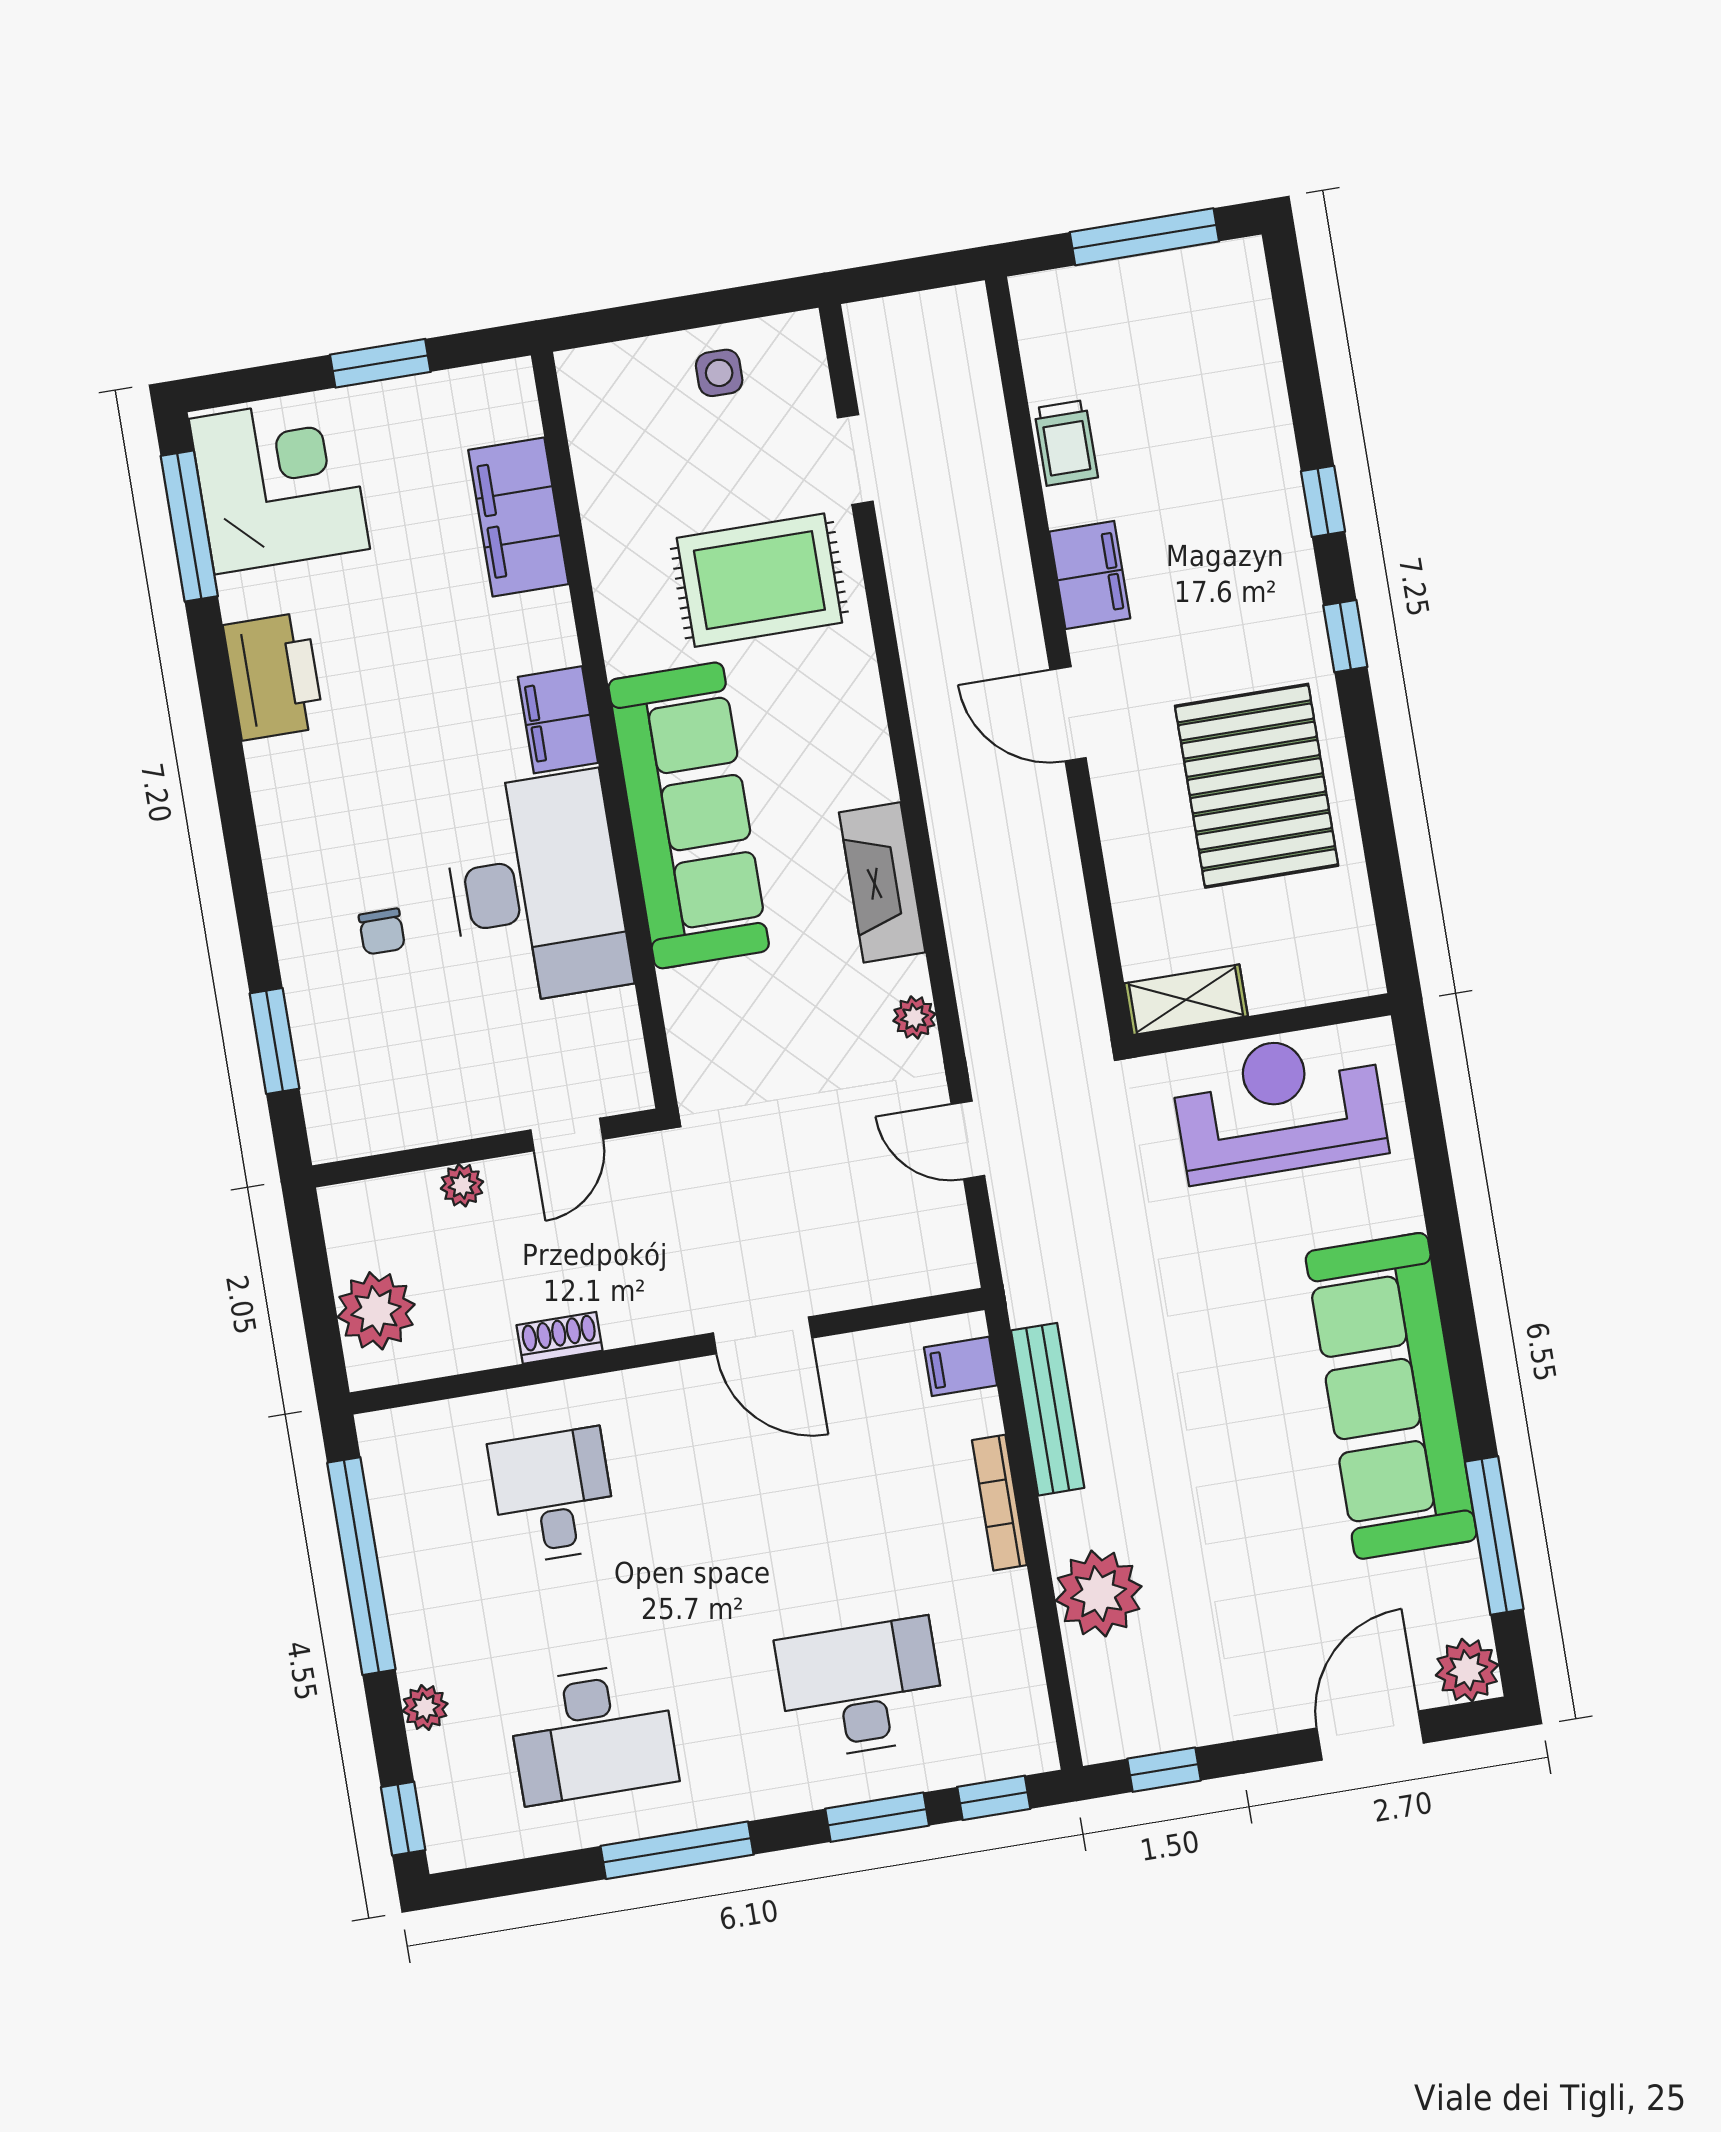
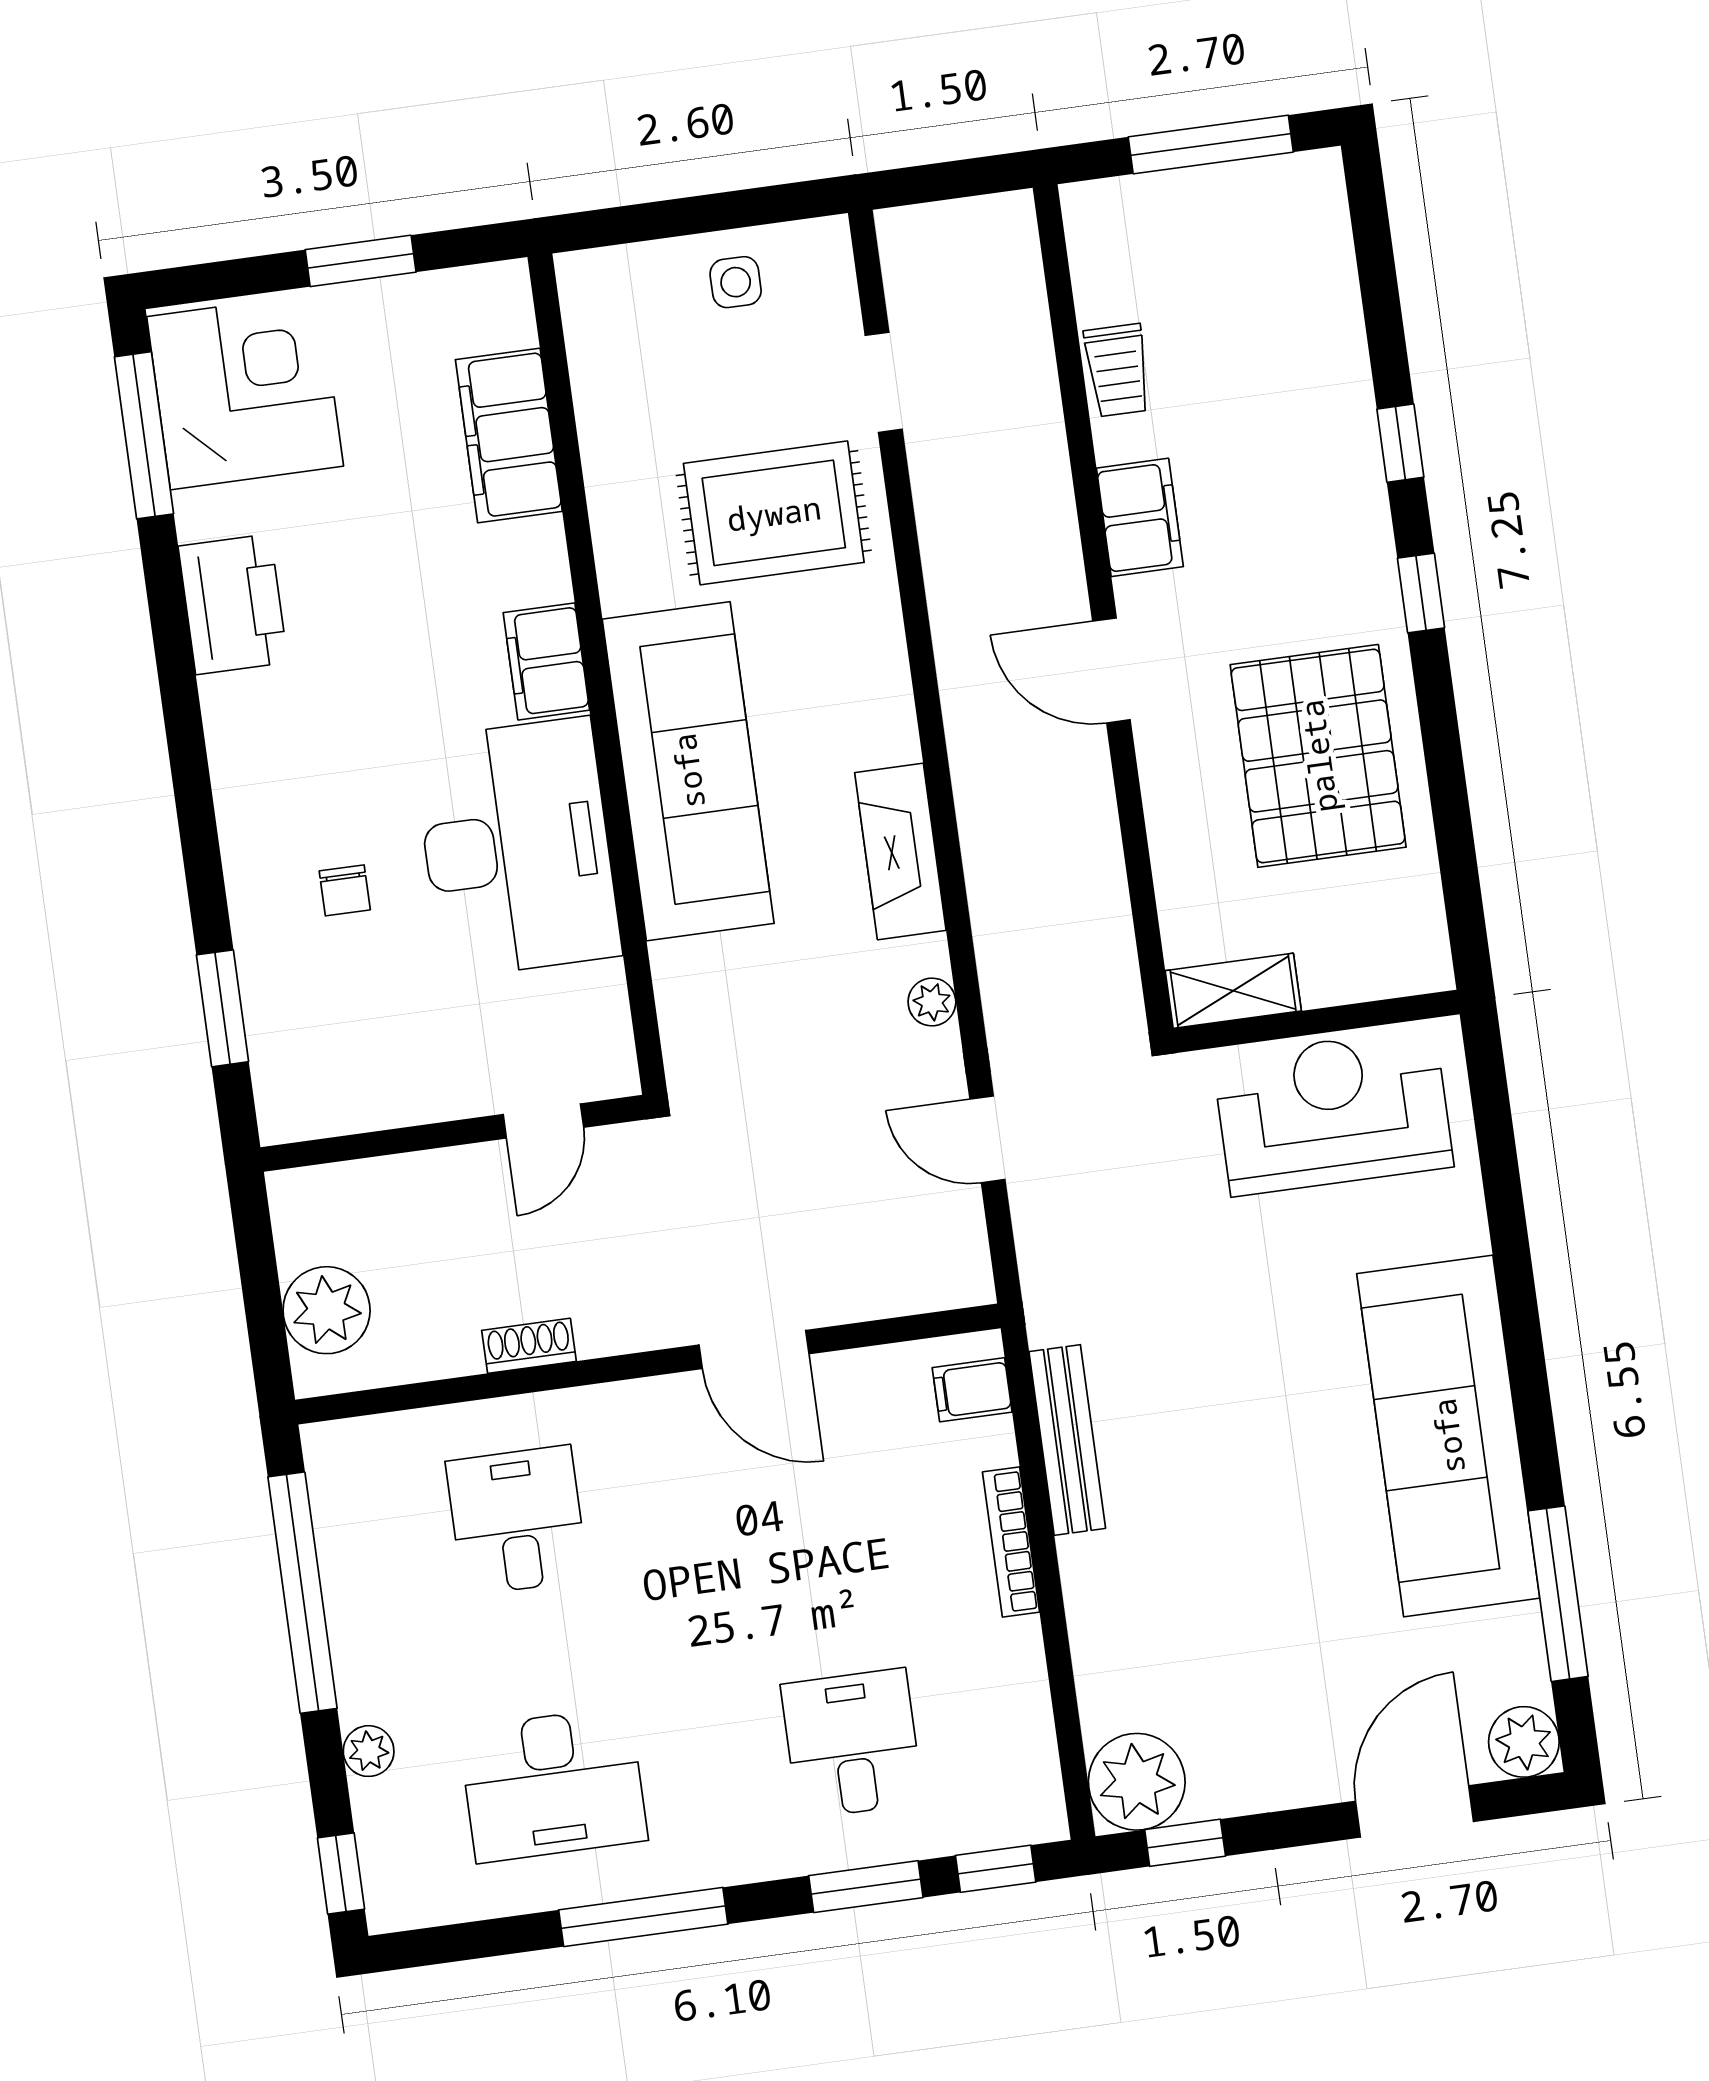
plant: (462, 1185) -> (426, 1174), removed
plant: (1099, 1593) -> (1137, 1782), moved
desk: (861, 1689) -> (852, 1744), width x0.73

